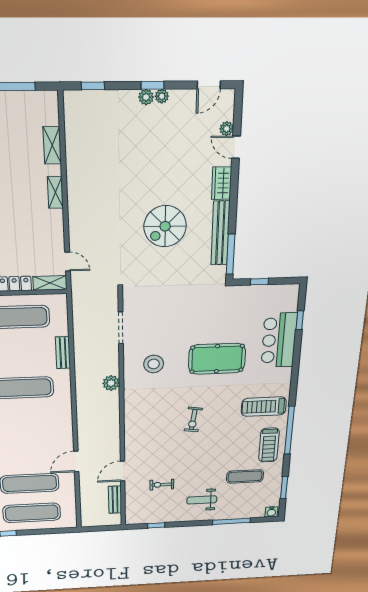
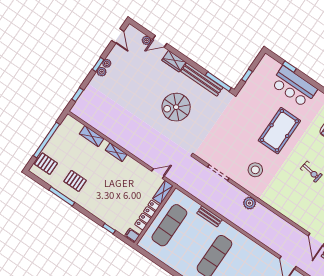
spiral stairs: (165, 226) -> (176, 107), turned 90

